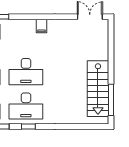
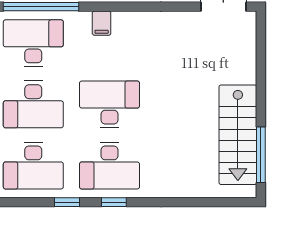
filing cabinet: (41, 26) -> (102, 23), moved
desk: (26, 72) -> (110, 104), turned 180

